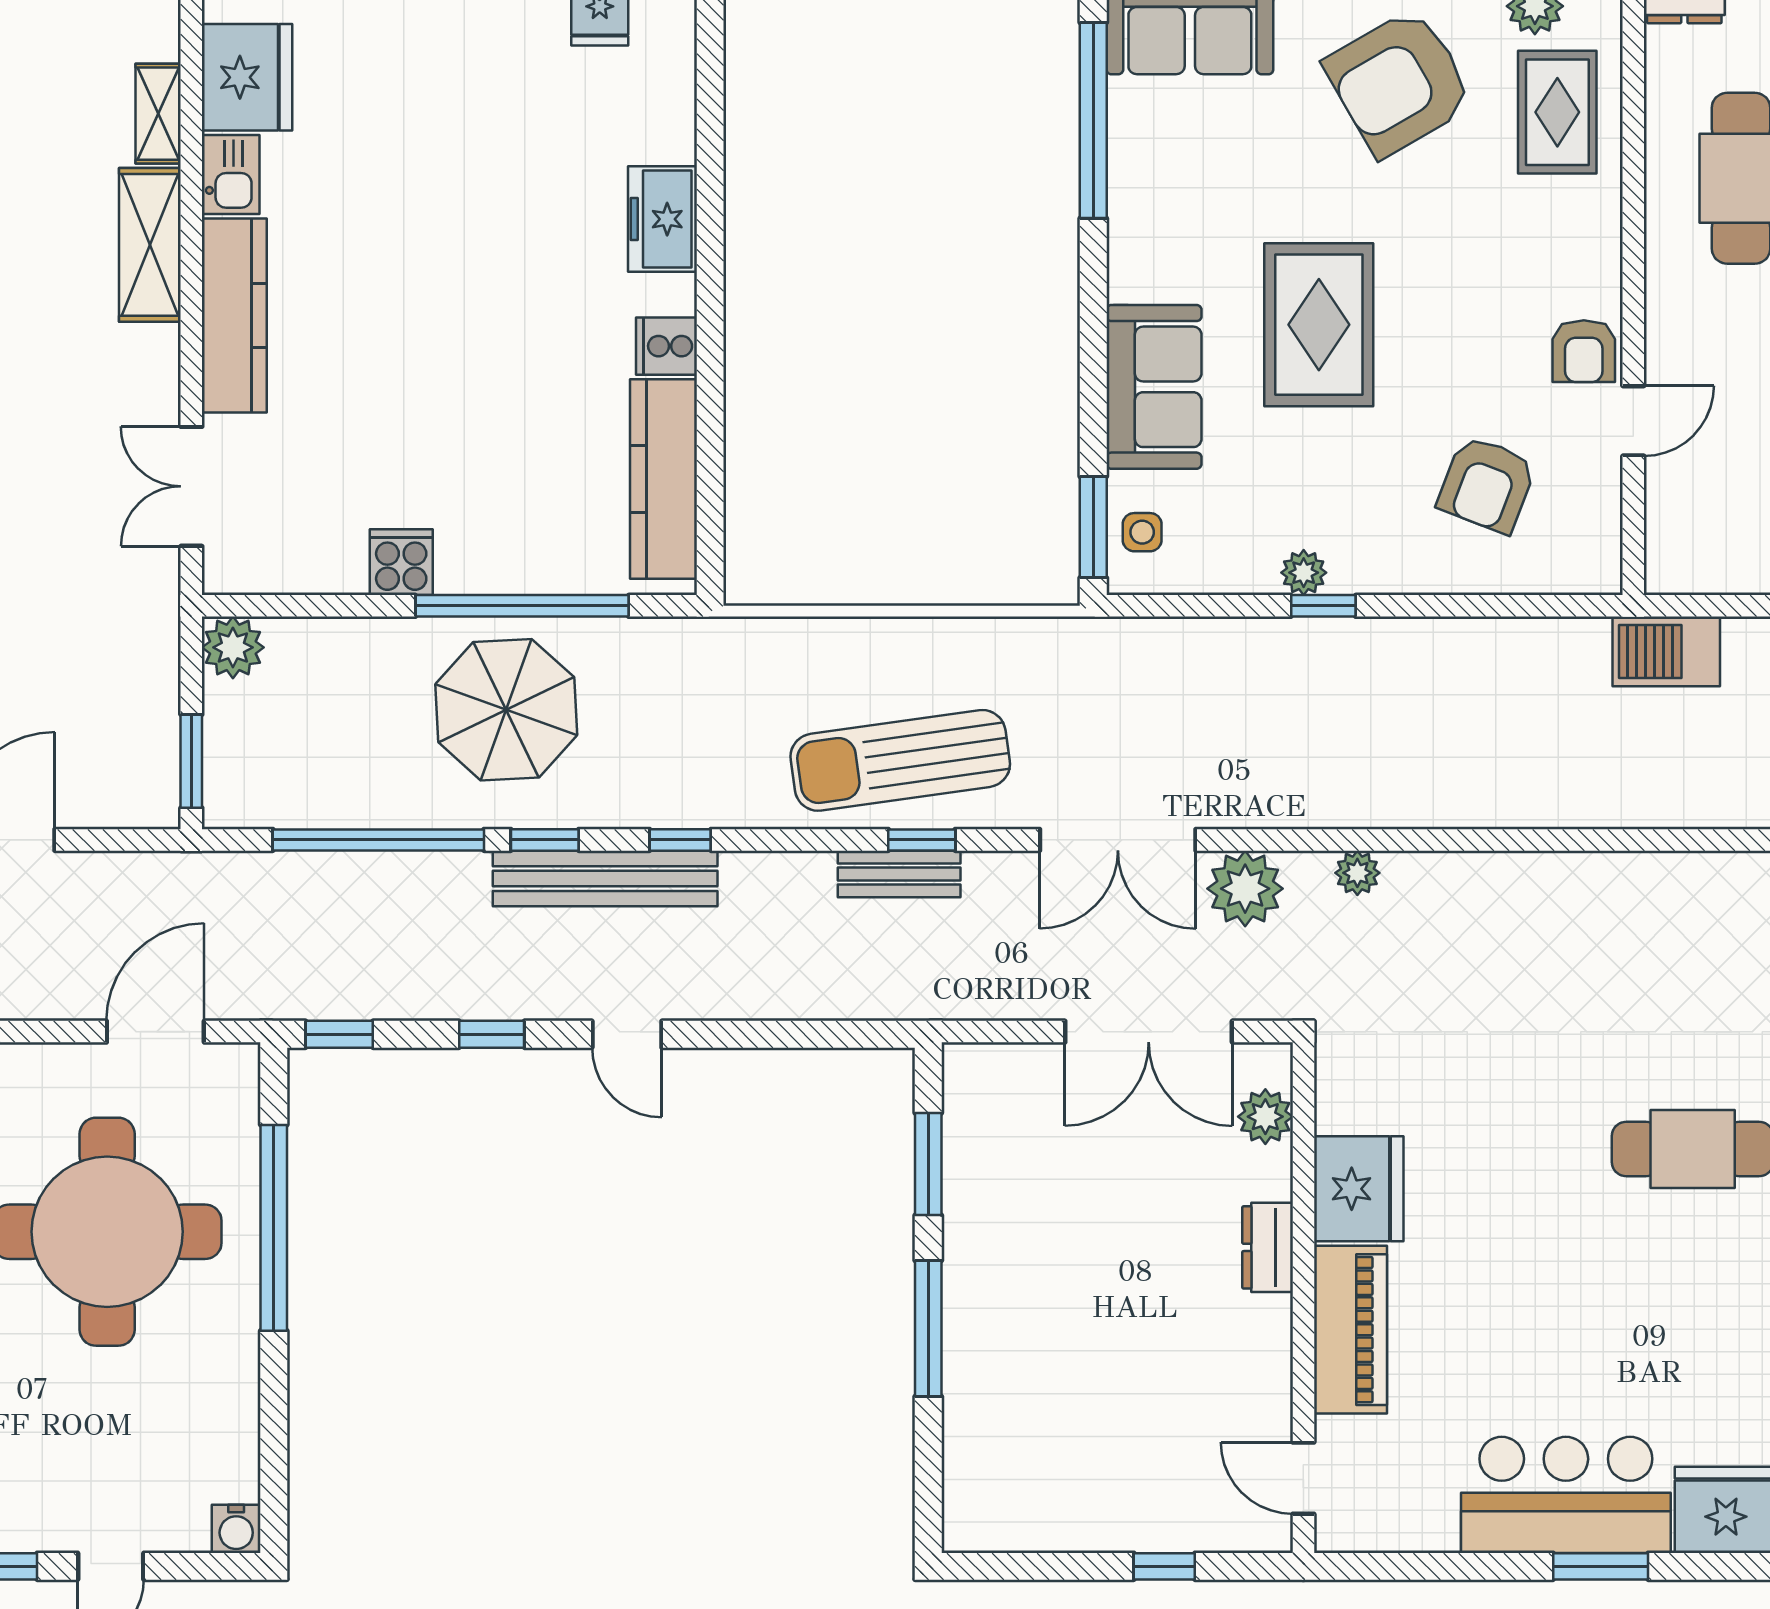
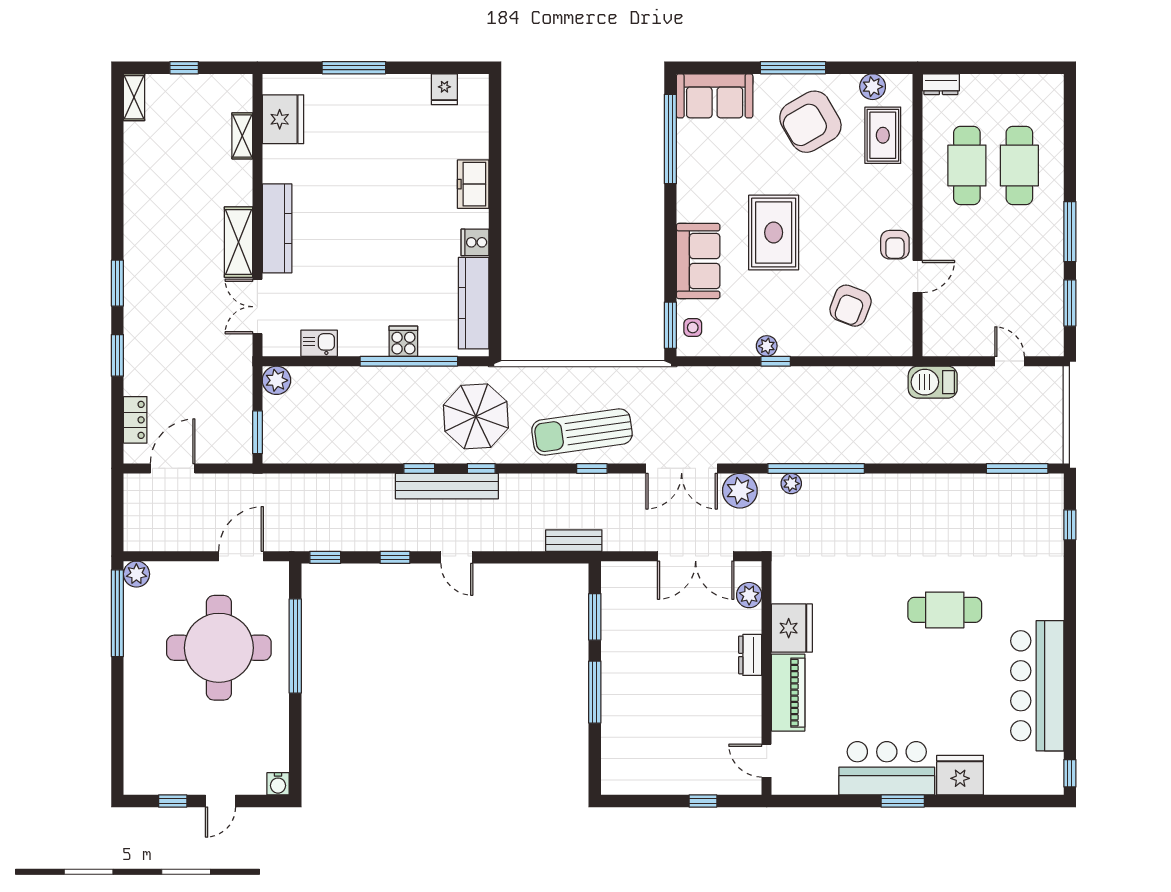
kitchen sink: (231, 175) -> (319, 343), moved, turned -90
shelving: (150, 245) -> (238, 242), moved
cooker: (401, 562) -> (403, 341), moved
parasol: (506, 710) -> (476, 416), moved
window: (378, 840) -> (816, 468), moved
bench: (899, 874) -> (574, 541), moved

